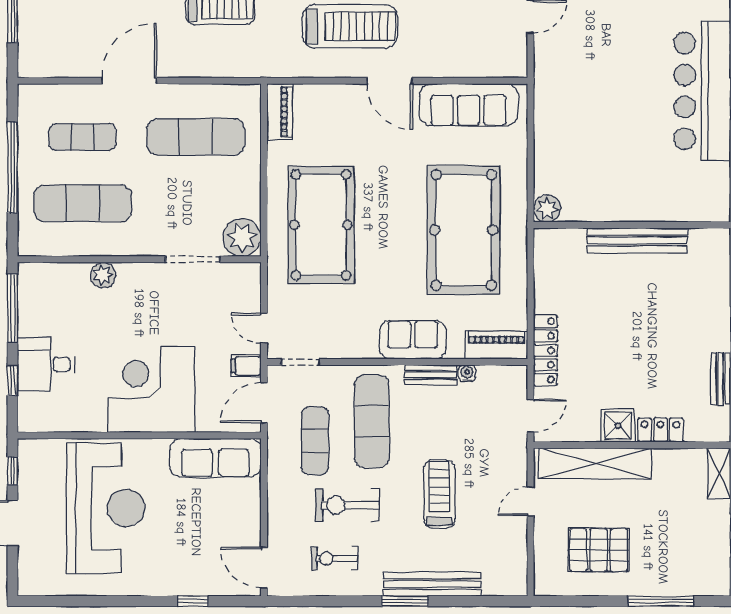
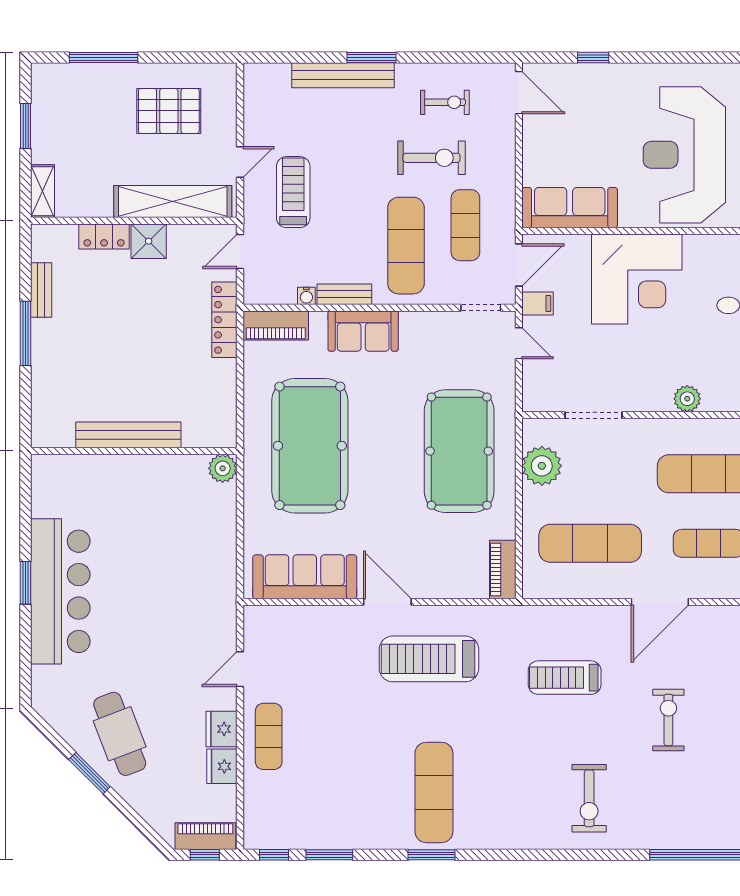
plant: (242, 237) -> (542, 466), moved
treadmill: (439, 494) -> (293, 192), moved, turned 180

